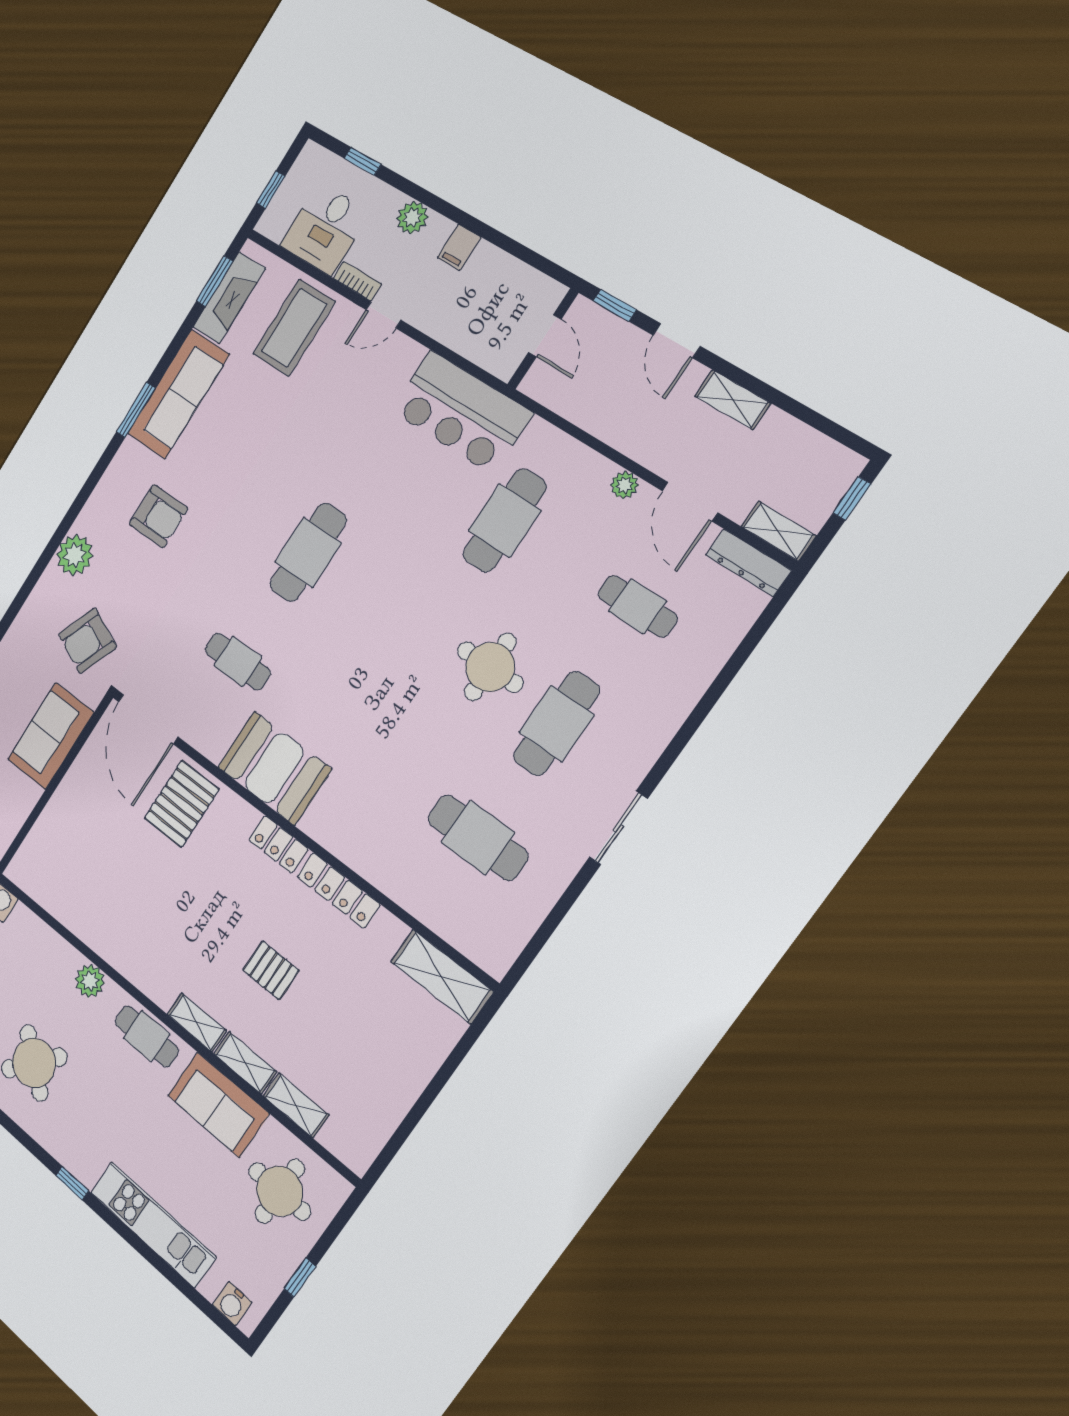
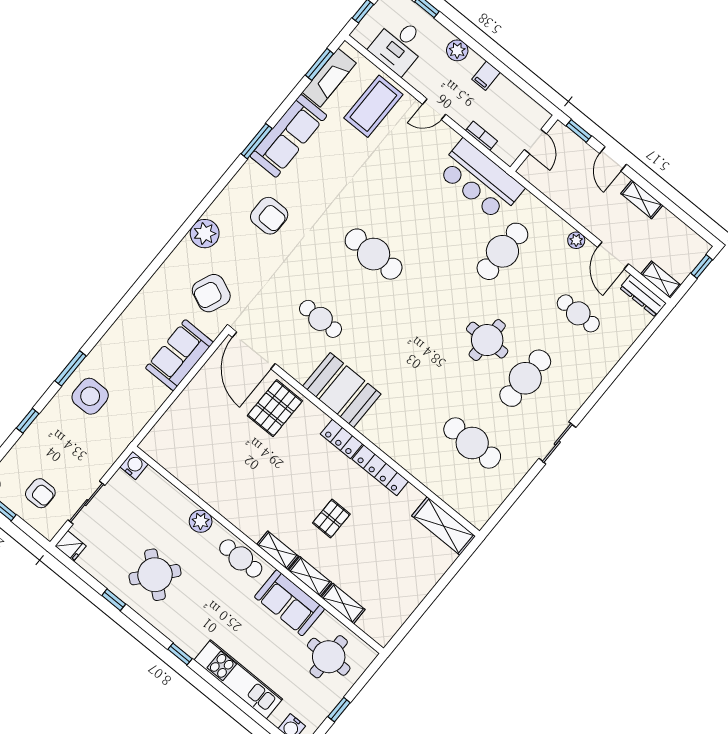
bookcase: (357, 281) -> (481, 136), moved
cafe table: (308, 552) -> (374, 254), turned 90
pallet: (271, 970) -> (331, 519), turned 90

